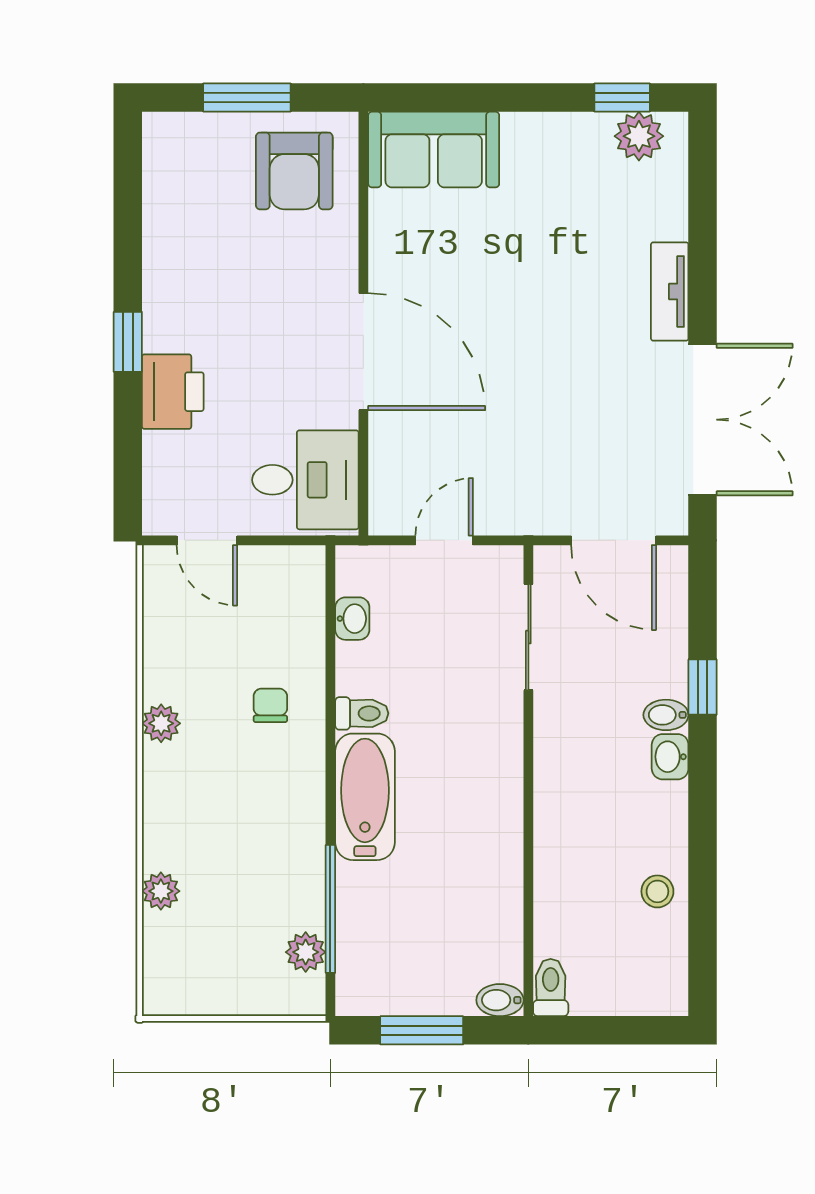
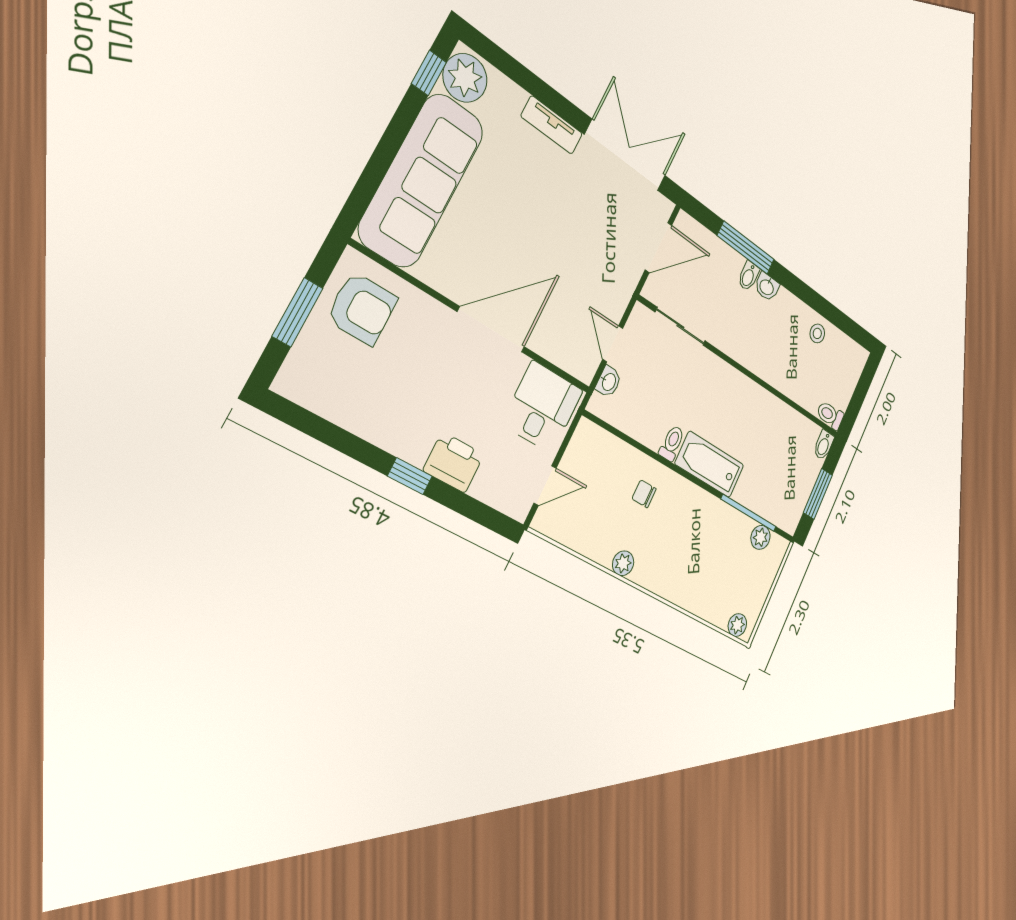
plant: (639, 136) -> (465, 78), width x1.36, depth x1.36
sofa: (434, 150) -> (422, 180), width x1.85, depth x1.27
washbasin: (352, 619) -> (609, 382), moved, turned 90
window: (703, 687) -> (746, 248), width x2.17
plant: (161, 891) -> (737, 625), moved

